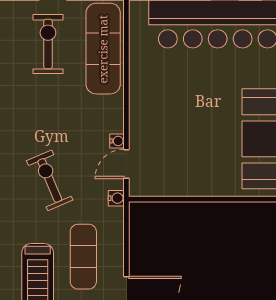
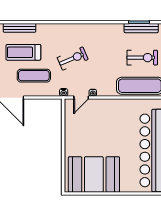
door: (126, 164) -> (81, 98), swing flipped

